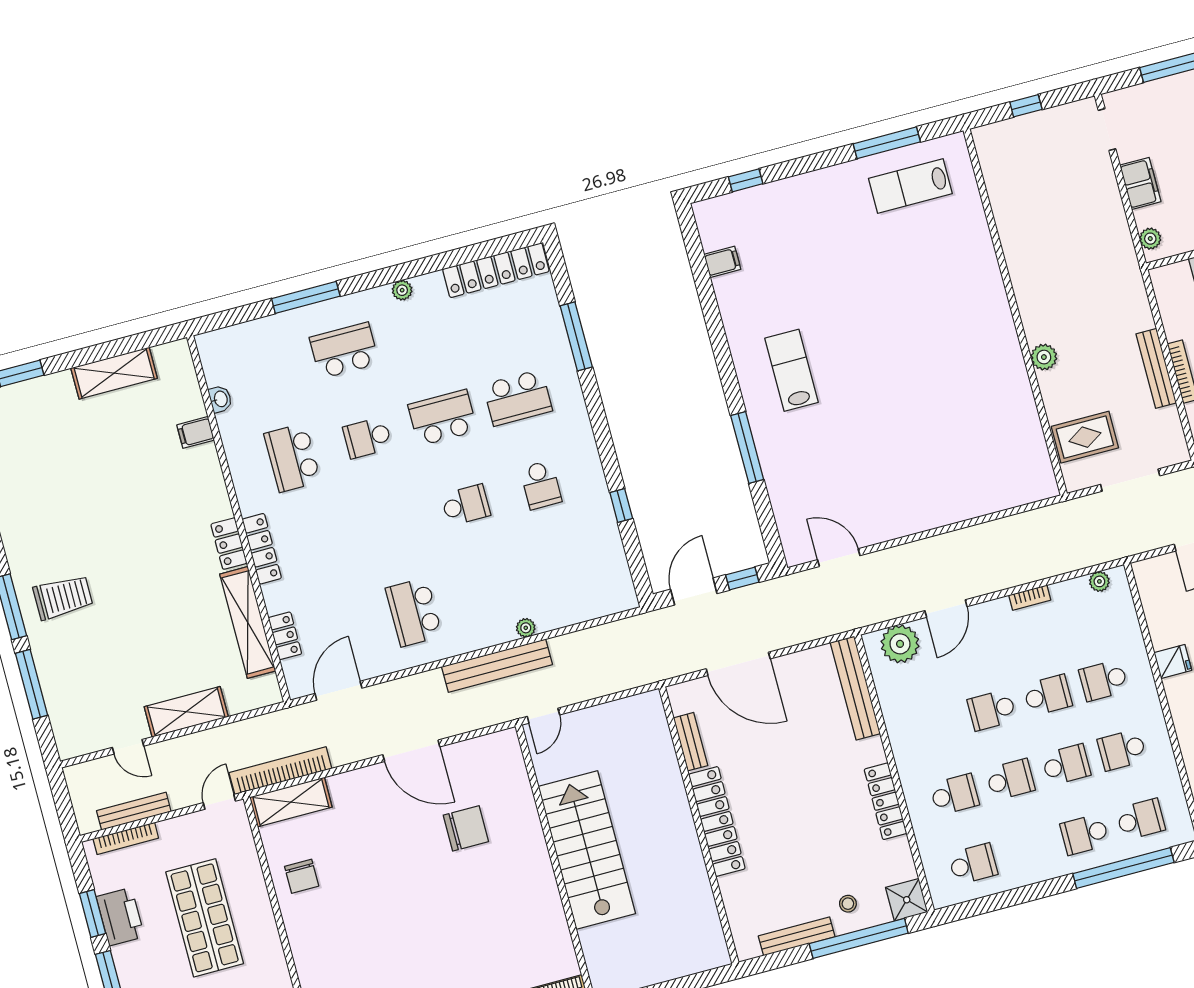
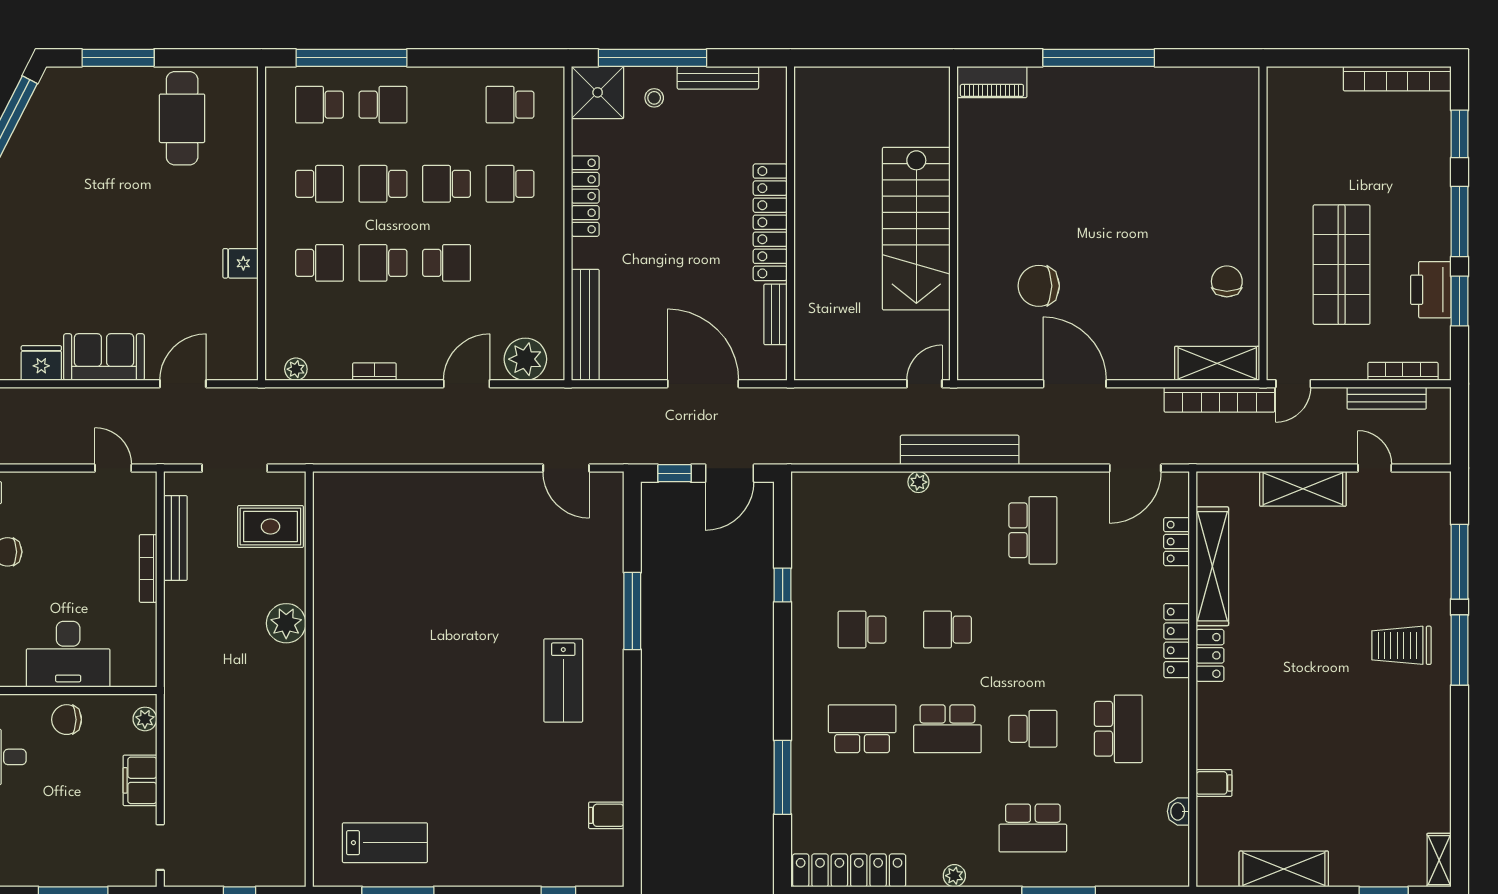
plant: (1044, 357) -> (286, 623), width x1.36, depth x1.36
bench: (1156, 368) -> (175, 538), moved
school desk: (541, 485) -> (862, 630), turned -90
shower: (907, 900) -> (598, 92), width x1.36, depth x1.36

